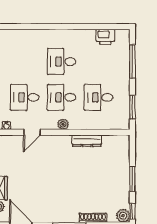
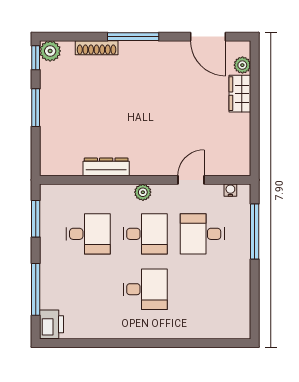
printer: (105, 37) -> (52, 324), moved, turned 90
desk: (25, 97) -> (202, 234), turned 180

